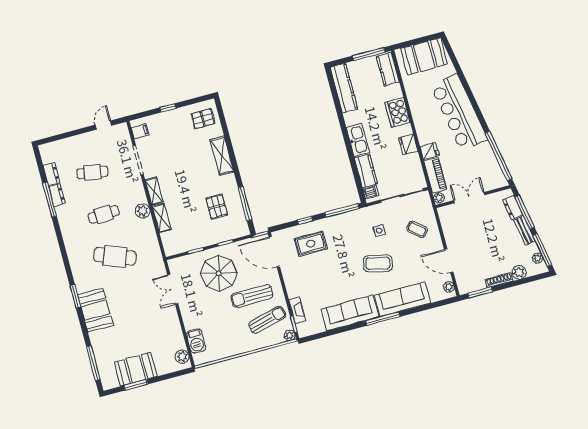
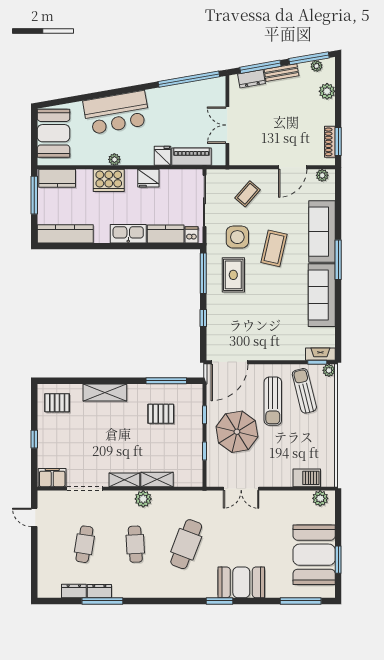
bar counter: (459, 112) -> (116, 113), width x0.73
pallet: (203, 119) -> (57, 403), turned 90
filing cabinet: (140, 131) -> (52, 478), width x2.00
plant: (439, 198) -> (114, 159), moved
side table: (379, 231) -> (237, 237), width x1.87, depth x1.87
rug: (311, 244) -> (233, 275), moved
shoe rack: (499, 280) -> (330, 142), moved
fireplace: (297, 310) -> (320, 354), moved
booth: (136, 369) -> (314, 555), width x1.36, depth x1.42

